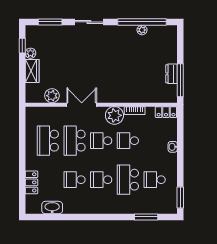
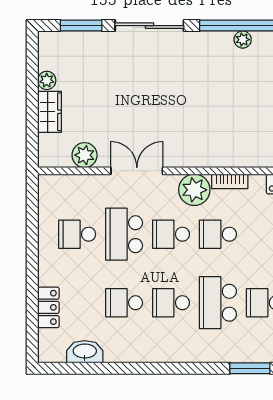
sliding door: (89, 22) -> (149, 26), width x1.37
window: (22, 46) -> (32, 67), removed
school desk: (48, 141) -> (77, 234), width x0.54

